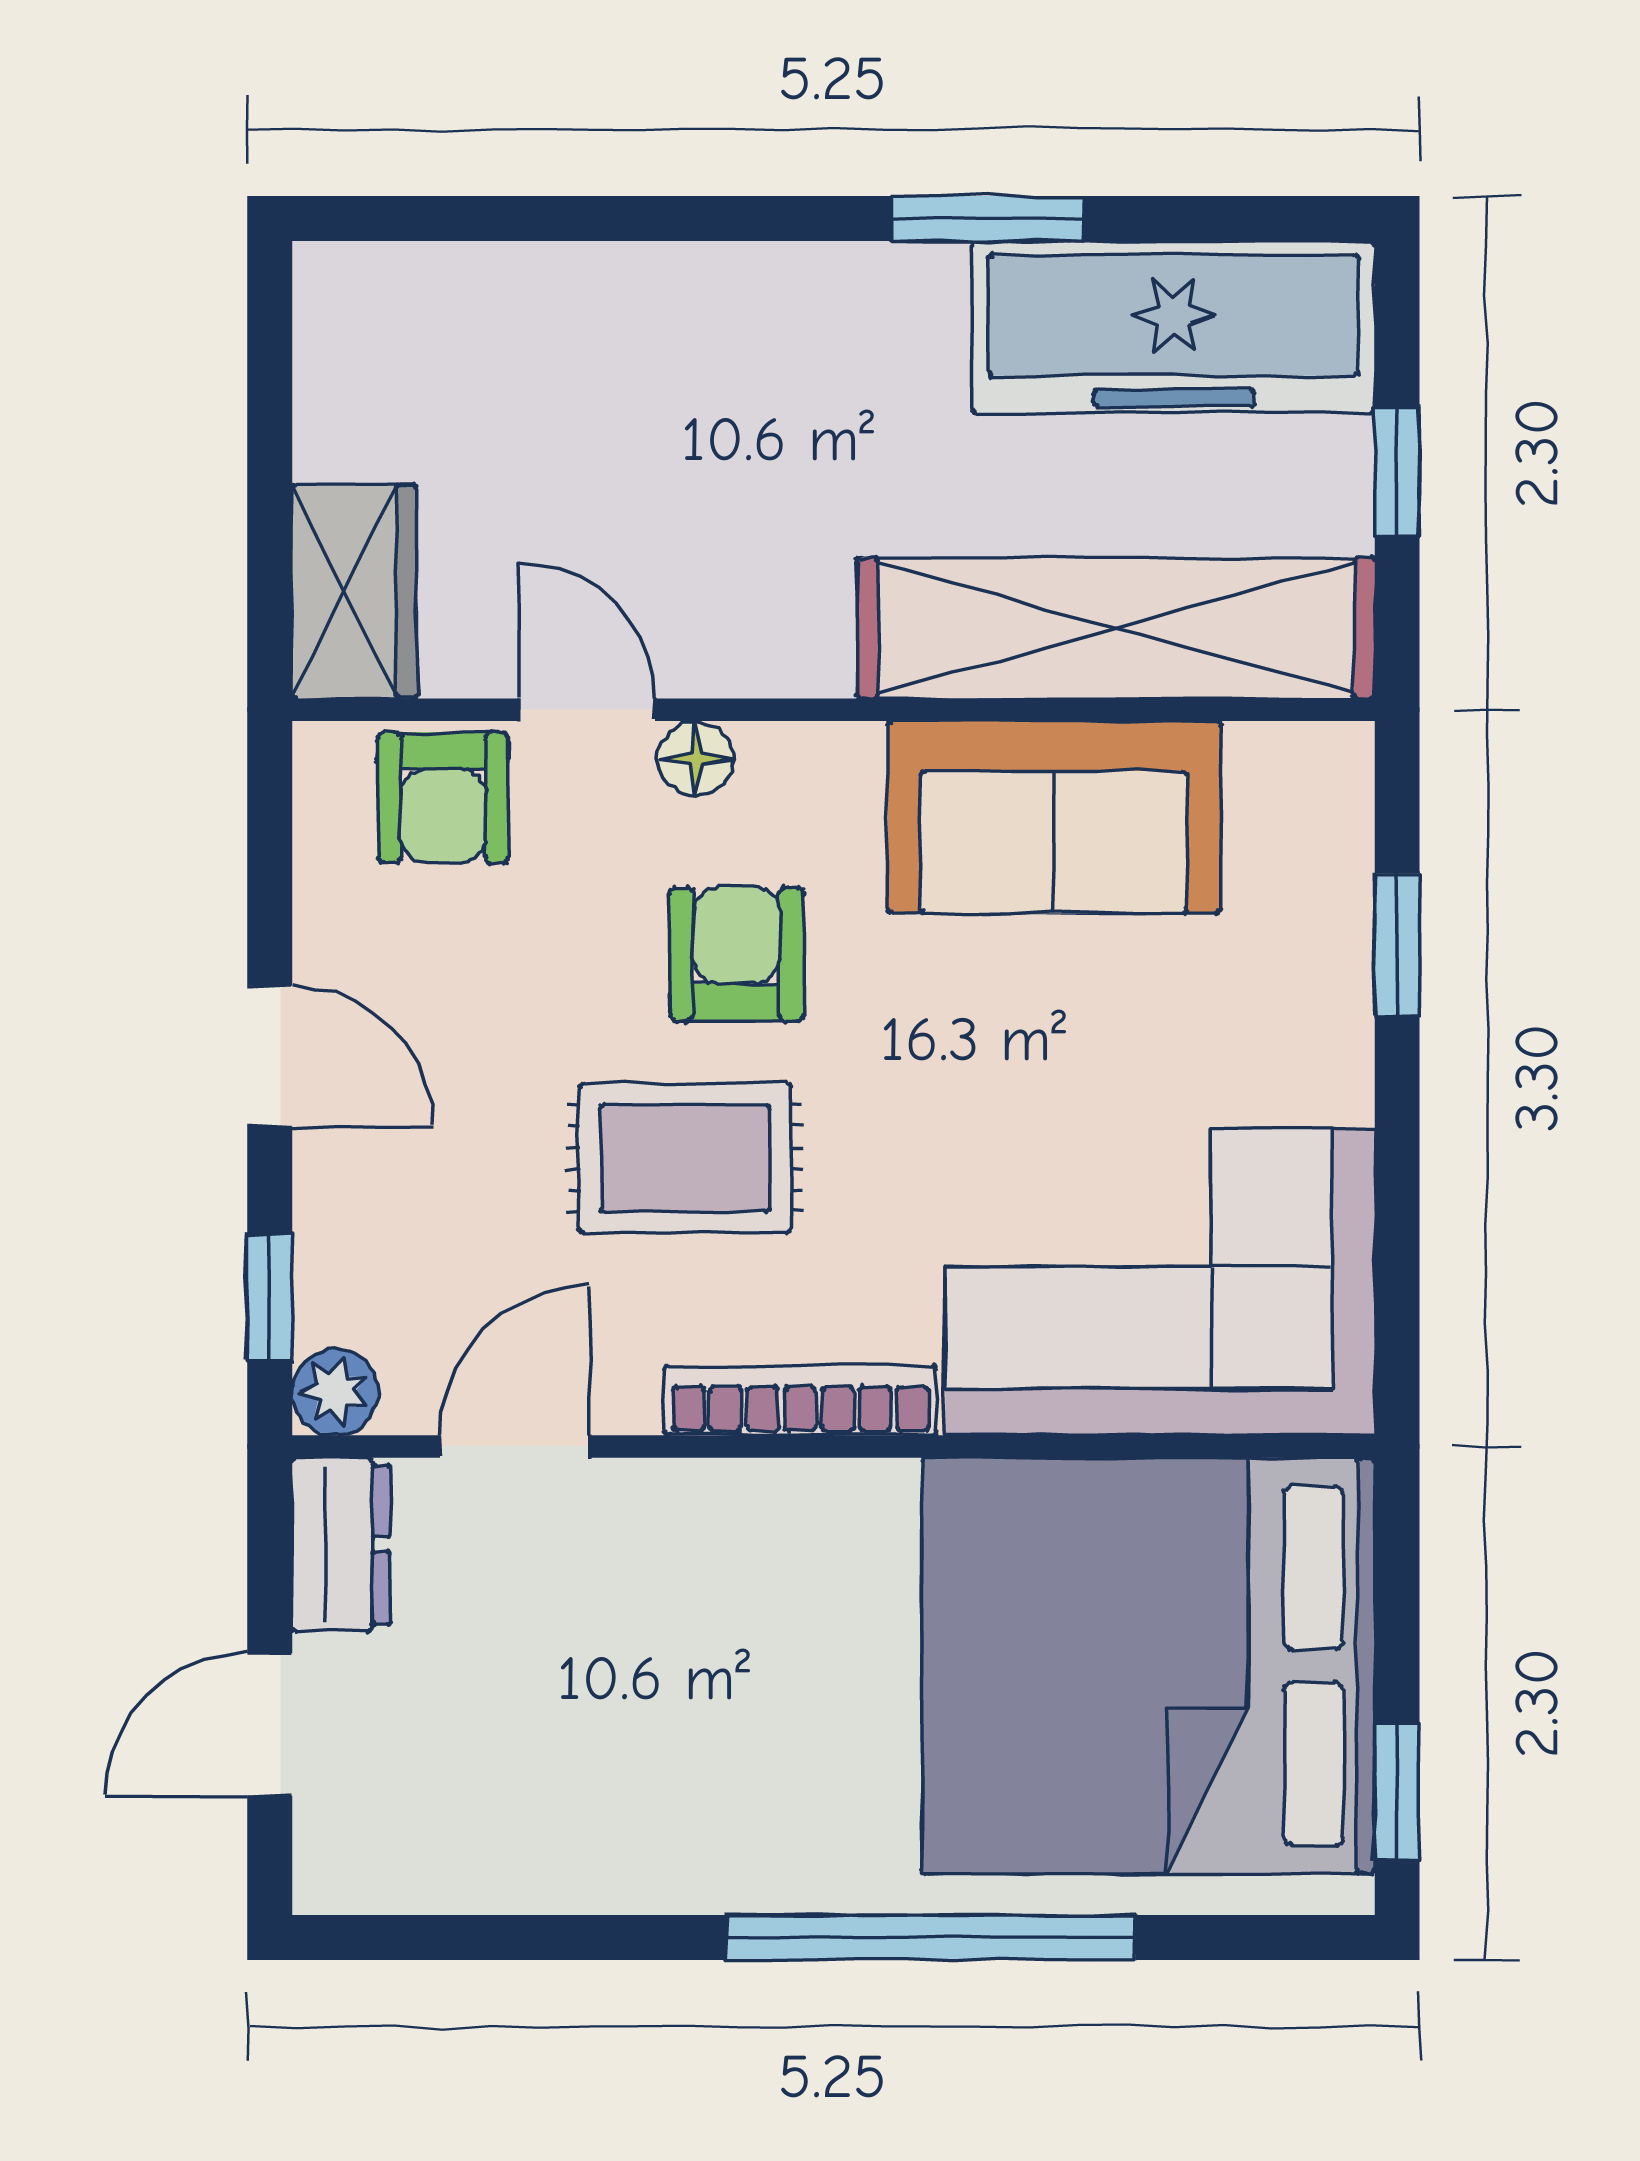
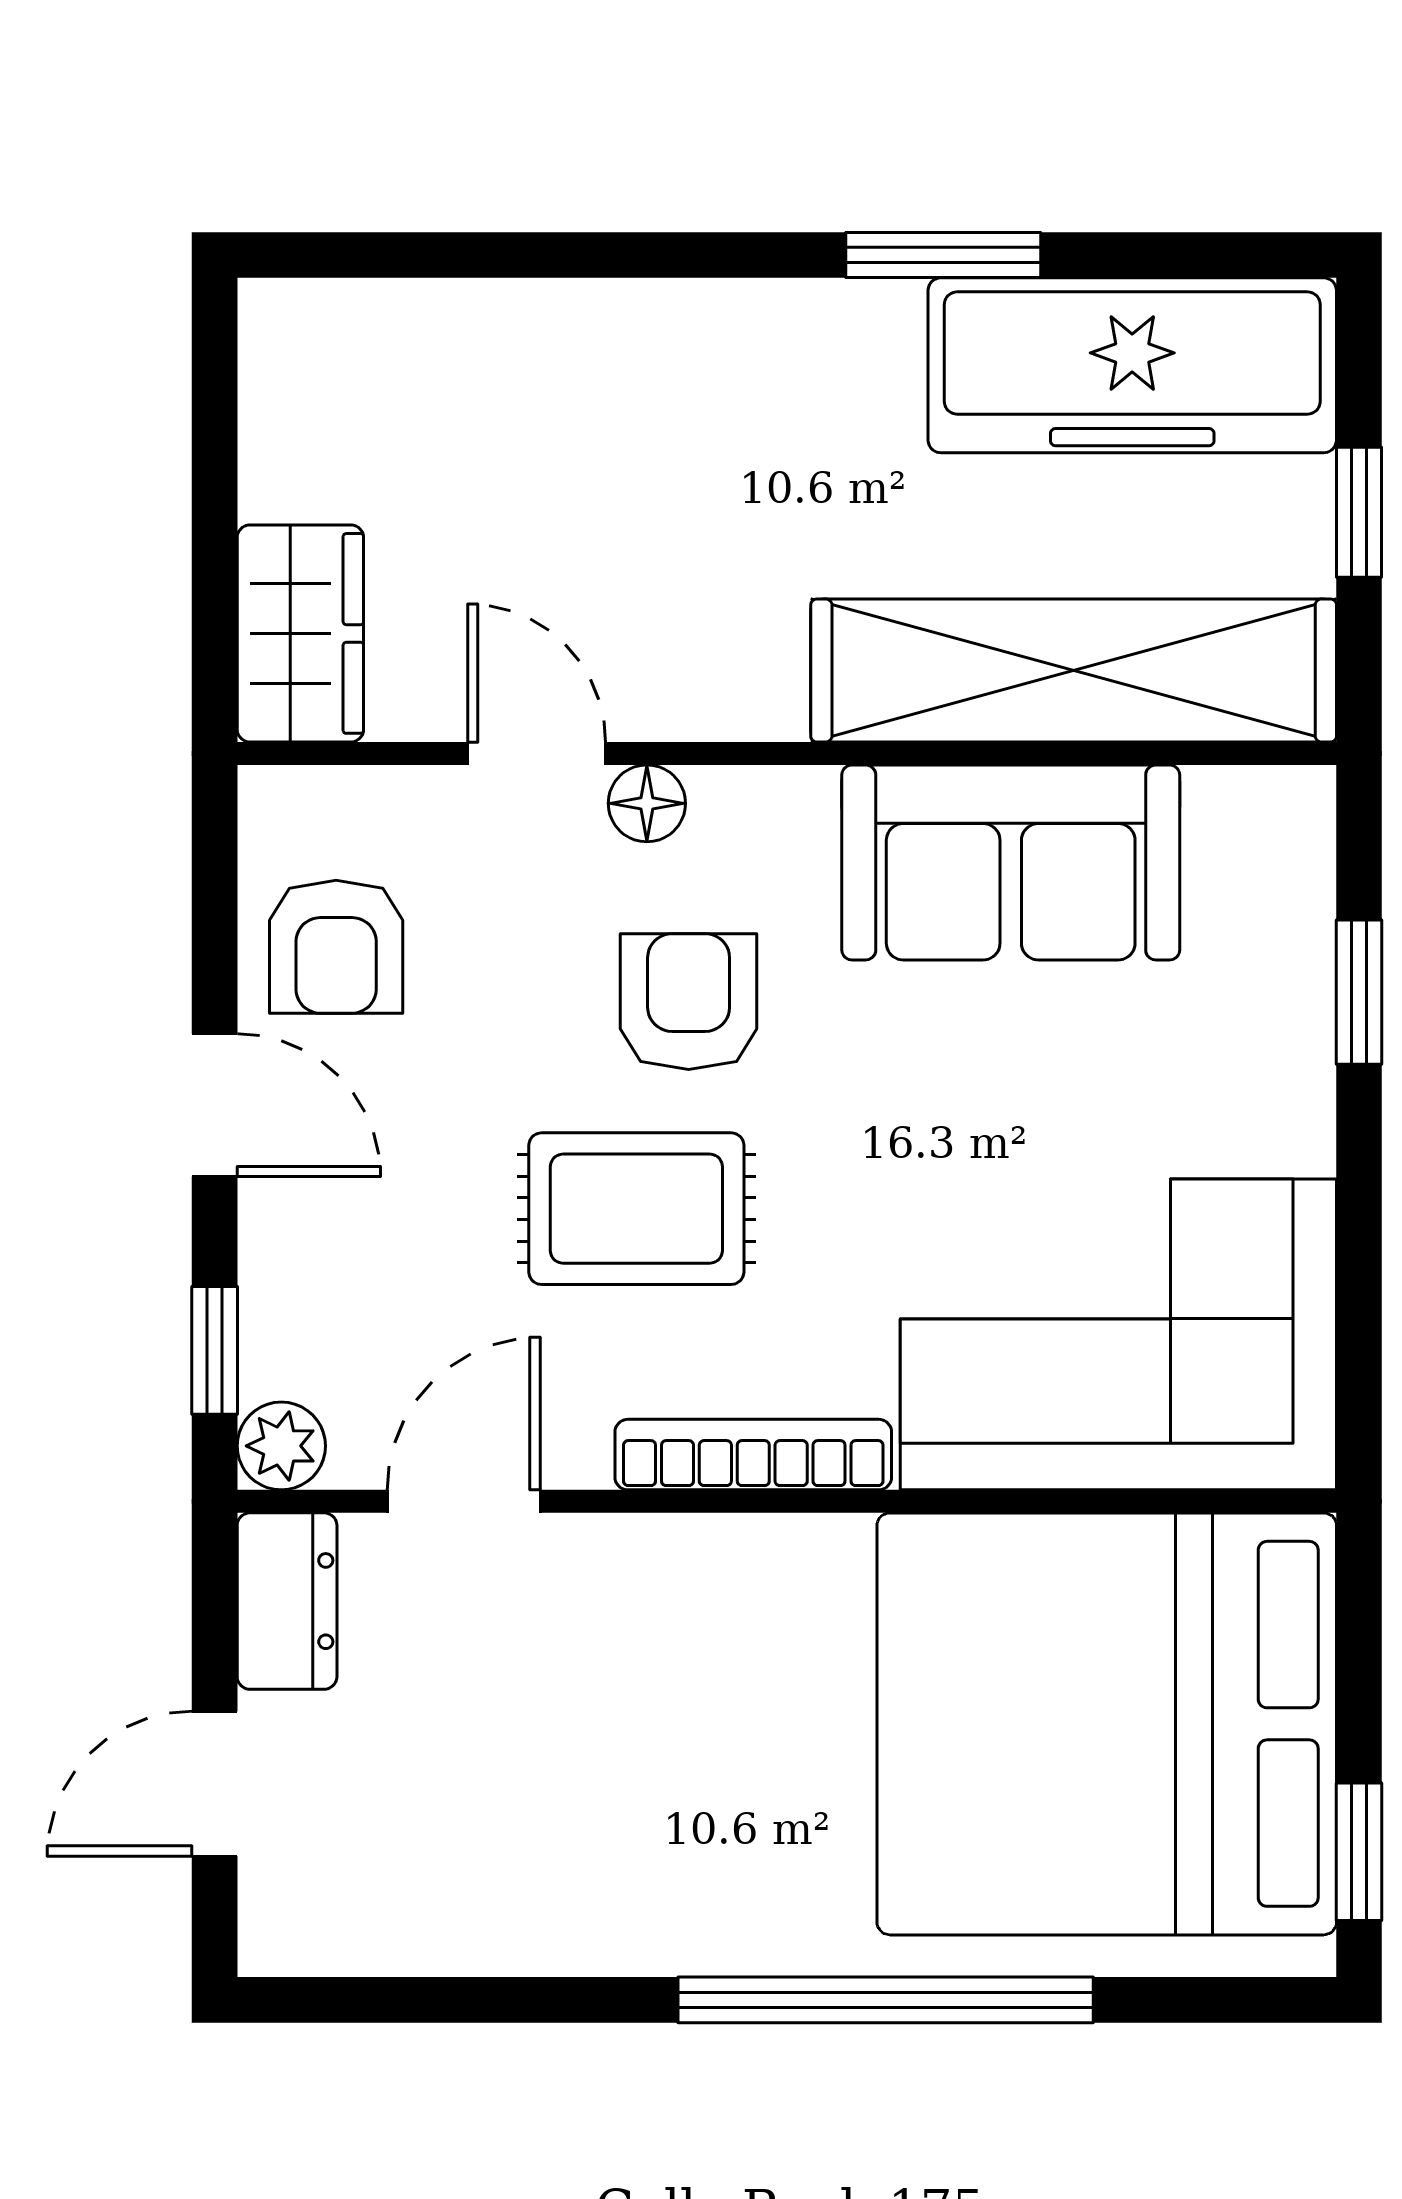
armchair: (443, 798) -> (336, 947), moved

